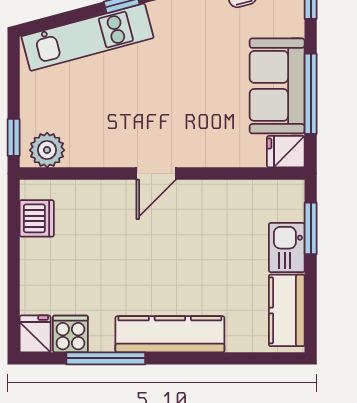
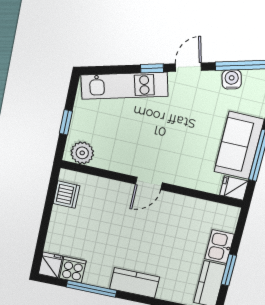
window: (14, 137) -> (66, 122), moved
window: (311, 228) -> (229, 270), moved
kitchen counter: (170, 334) -> (135, 283), width x0.67

